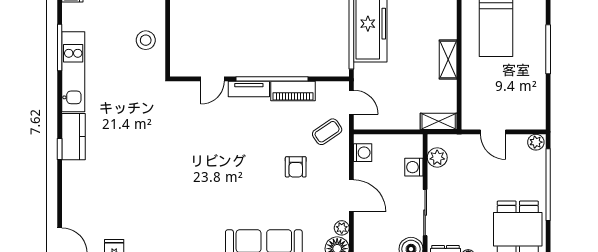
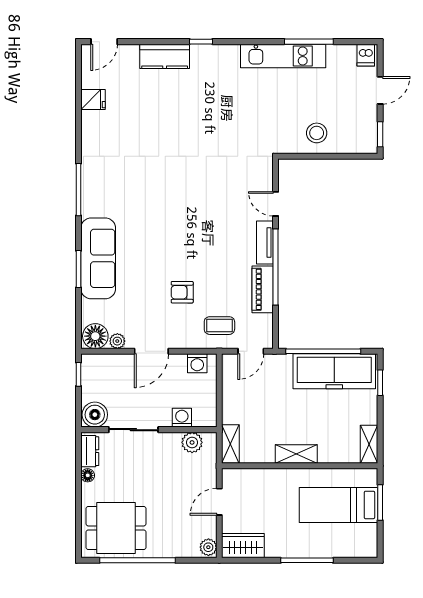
wardrobe: (534, 110) -> (243, 546), added
coffee table: (327, 132) -> (219, 326), turned -56
kitchen counter: (74, 137) -> (165, 56), moved
window: (548, 185) -> (137, 560), moved

